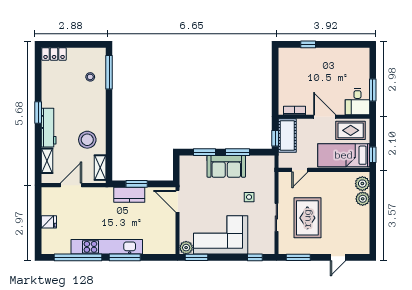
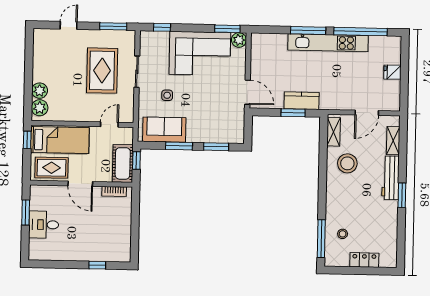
locker: (54, 54) -> (364, 260), moved
desk: (357, 102) -> (44, 225), moved, turned -90
sofa: (226, 166) -> (164, 130), moved

